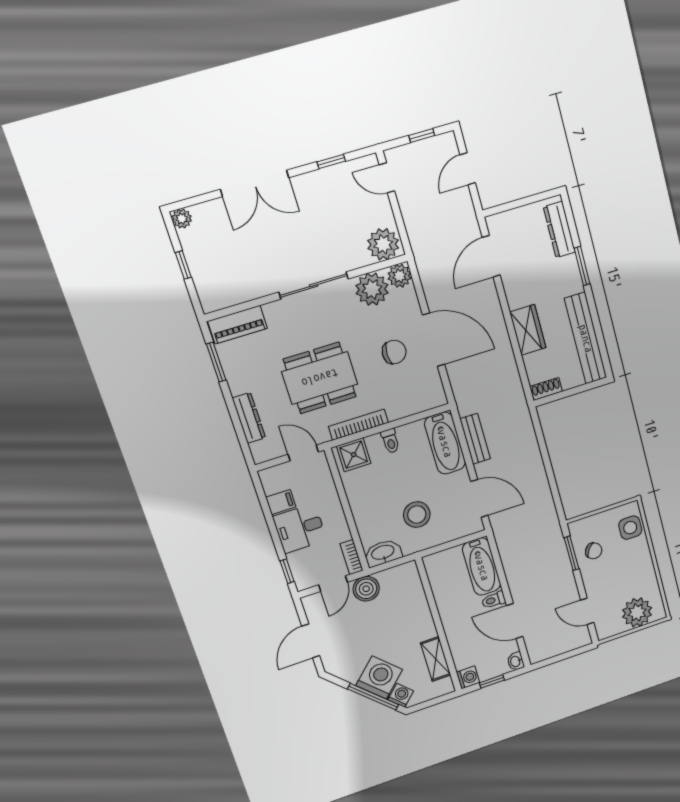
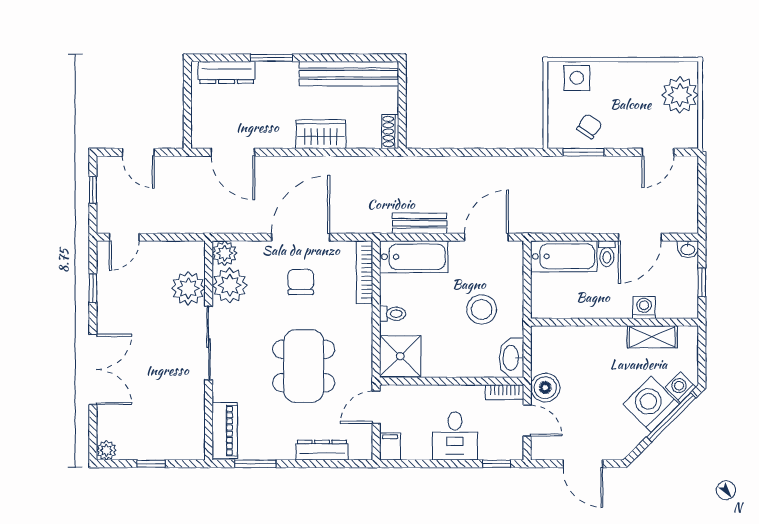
plant: (383, 244) -> (188, 288), moved
bookcase: (358, 425) -> (365, 272), moved
shower: (354, 455) -> (400, 356), width x1.36, depth x1.36
filing cabinet: (281, 502) -> (390, 446), moved
washing machine: (468, 677) -> (644, 307), moved

